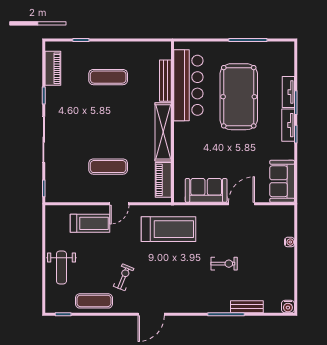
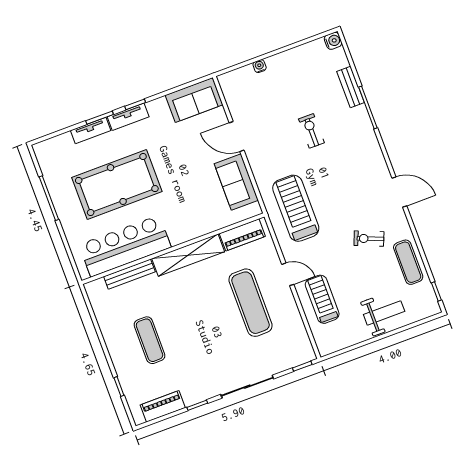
exercise mat: (108, 167) -> (251, 303), width x1.36, depth x1.45

